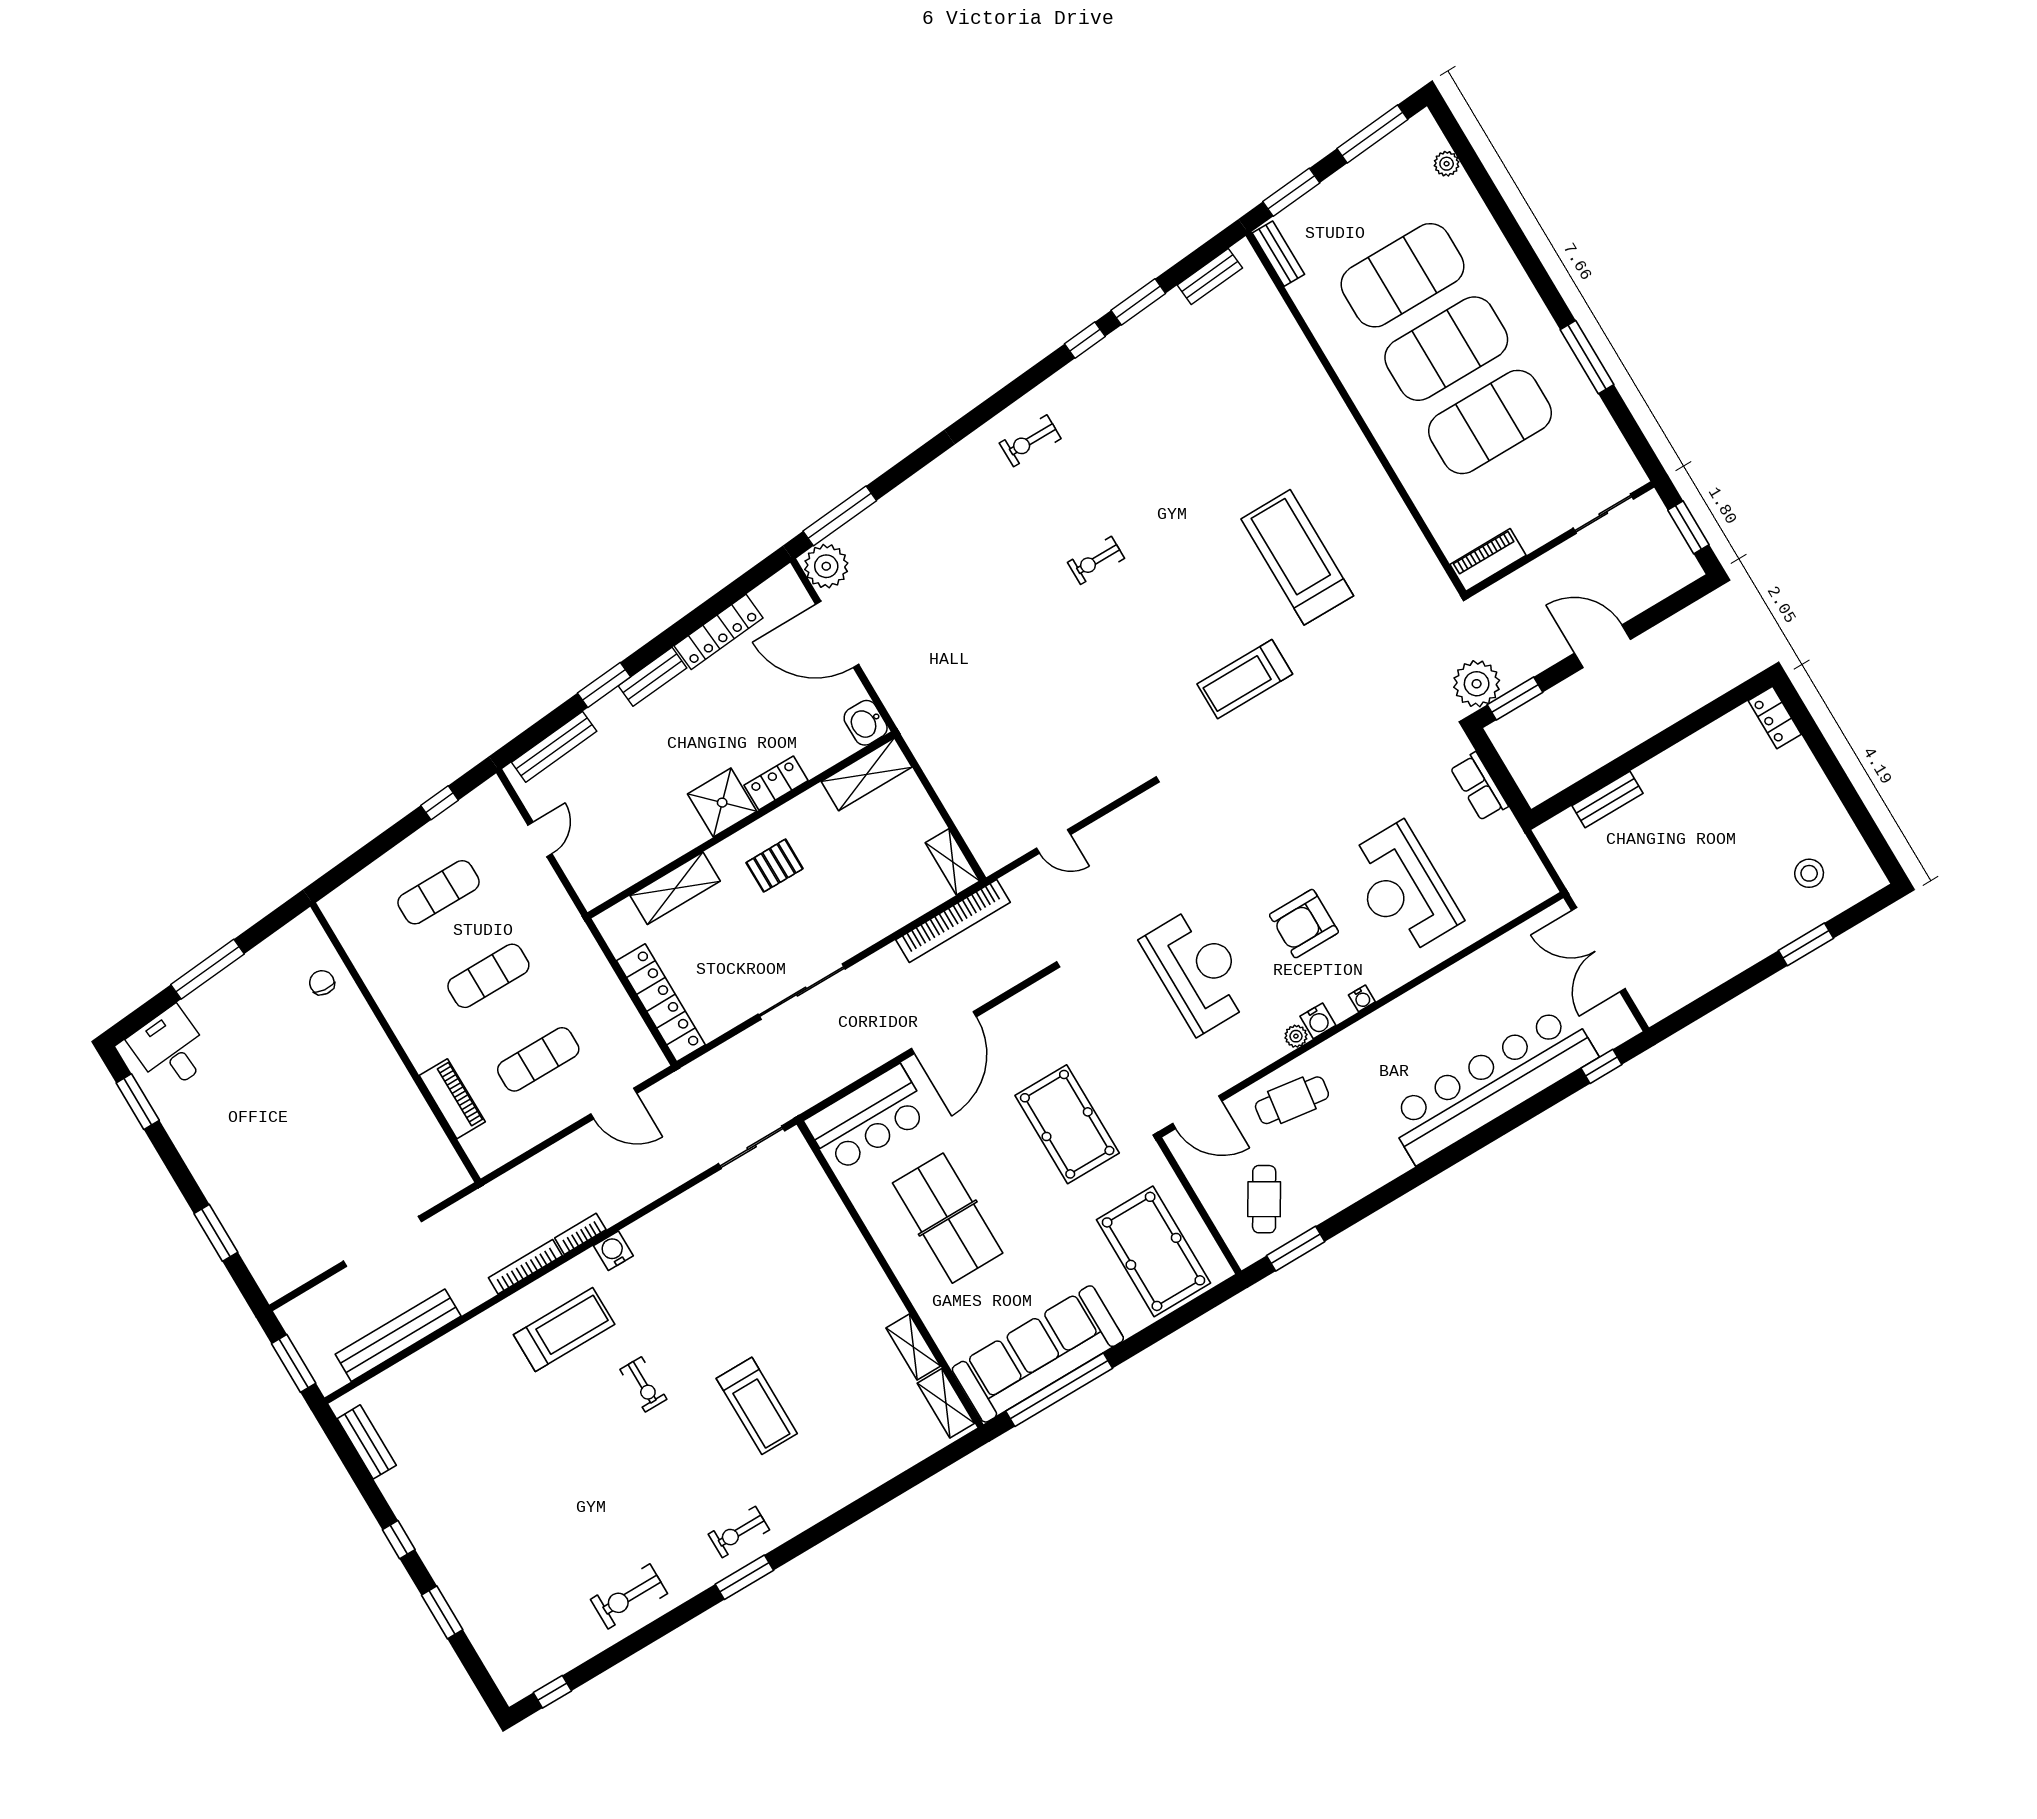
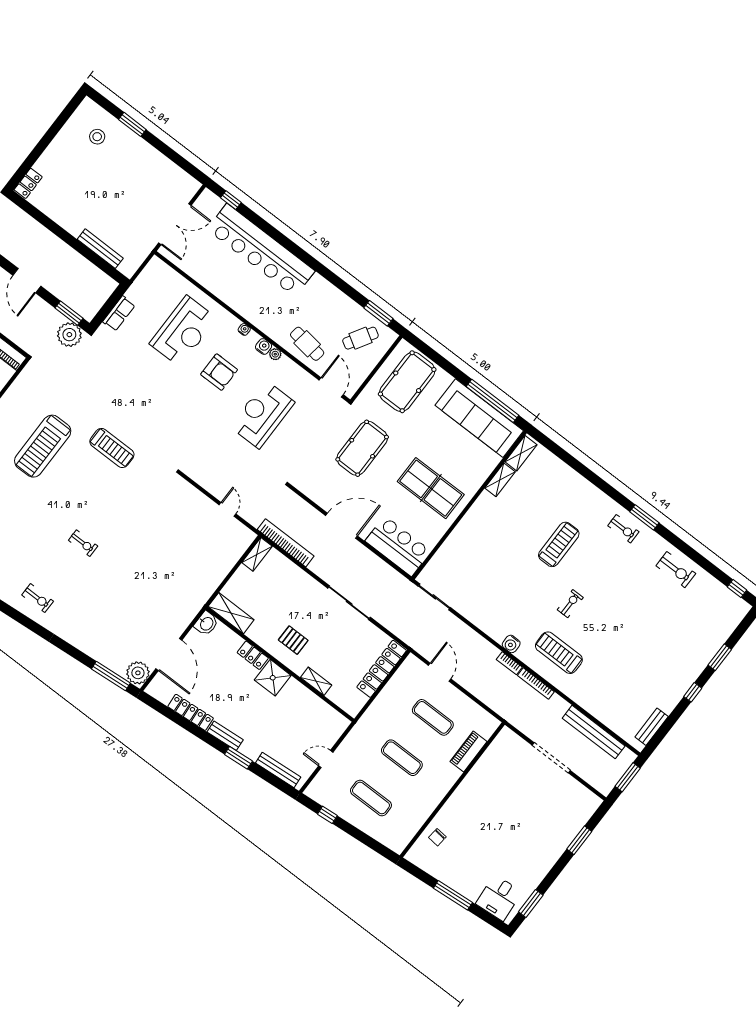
bench: (1608, 800) -> (100, 249), width x1.36
shelving: (675, 888) -> (316, 681), width x0.67, depth x0.75
table tennis table: (948, 1218) -> (431, 488), turned 90

